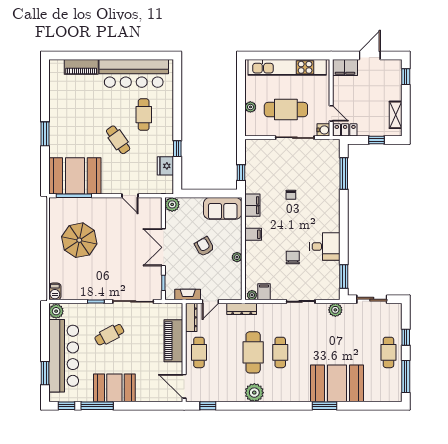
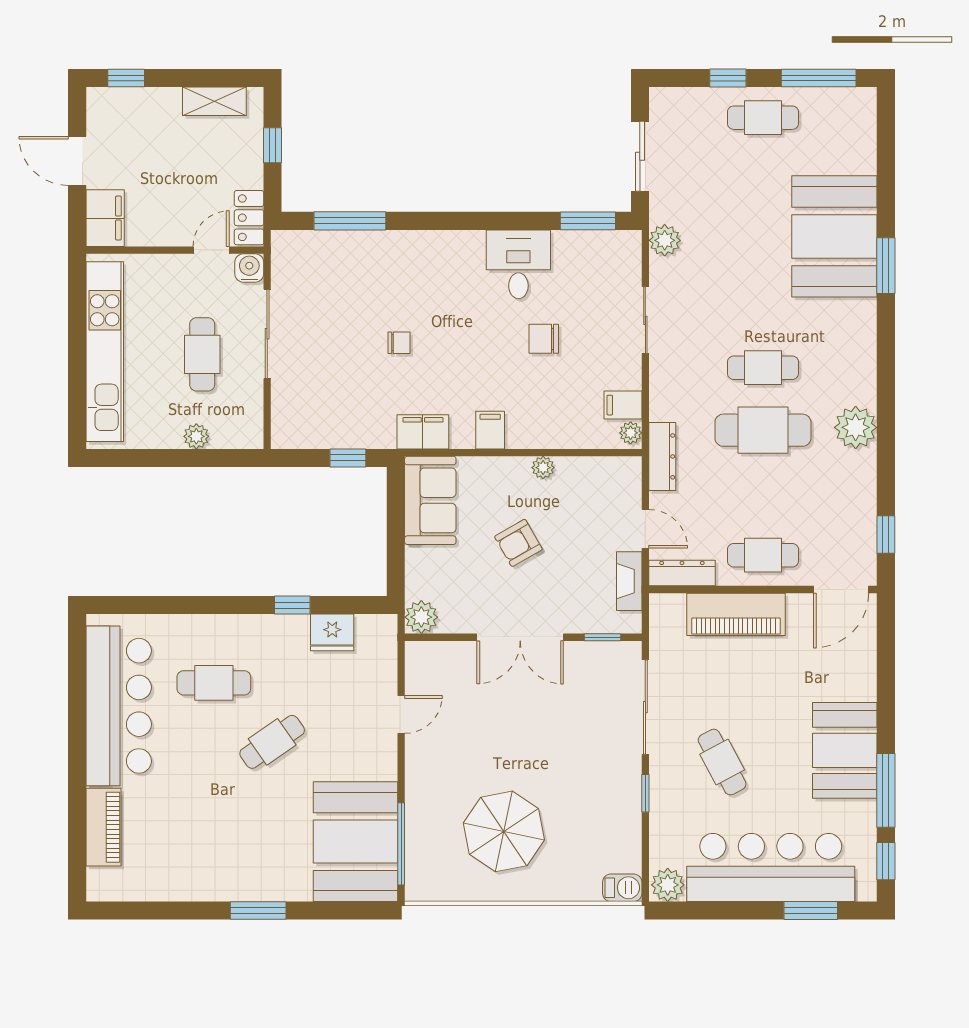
cafe table: (286, 110) -> (202, 354), width x0.73, depth x0.74

